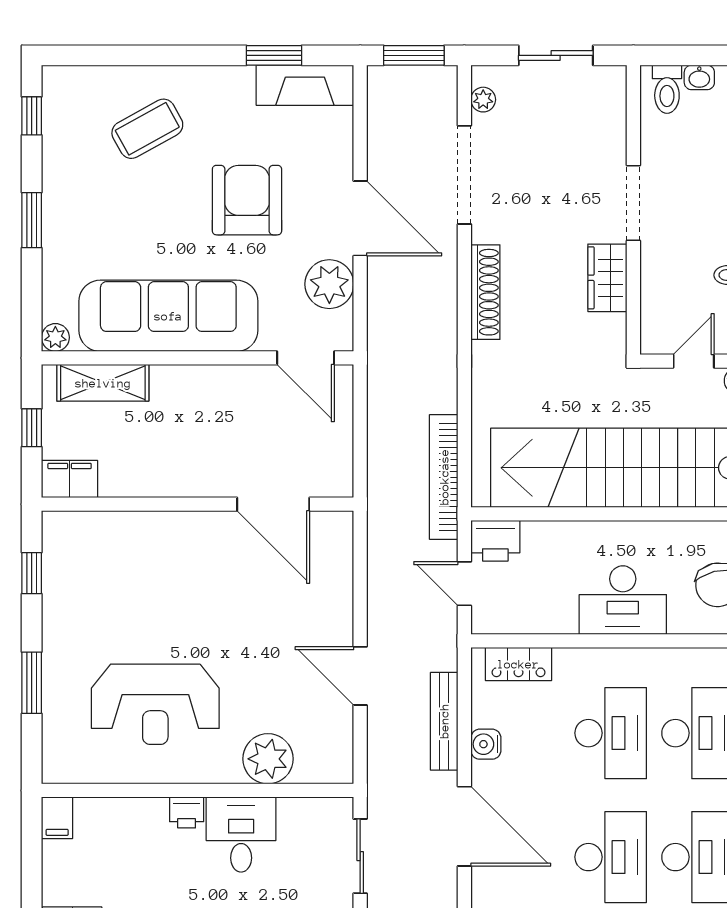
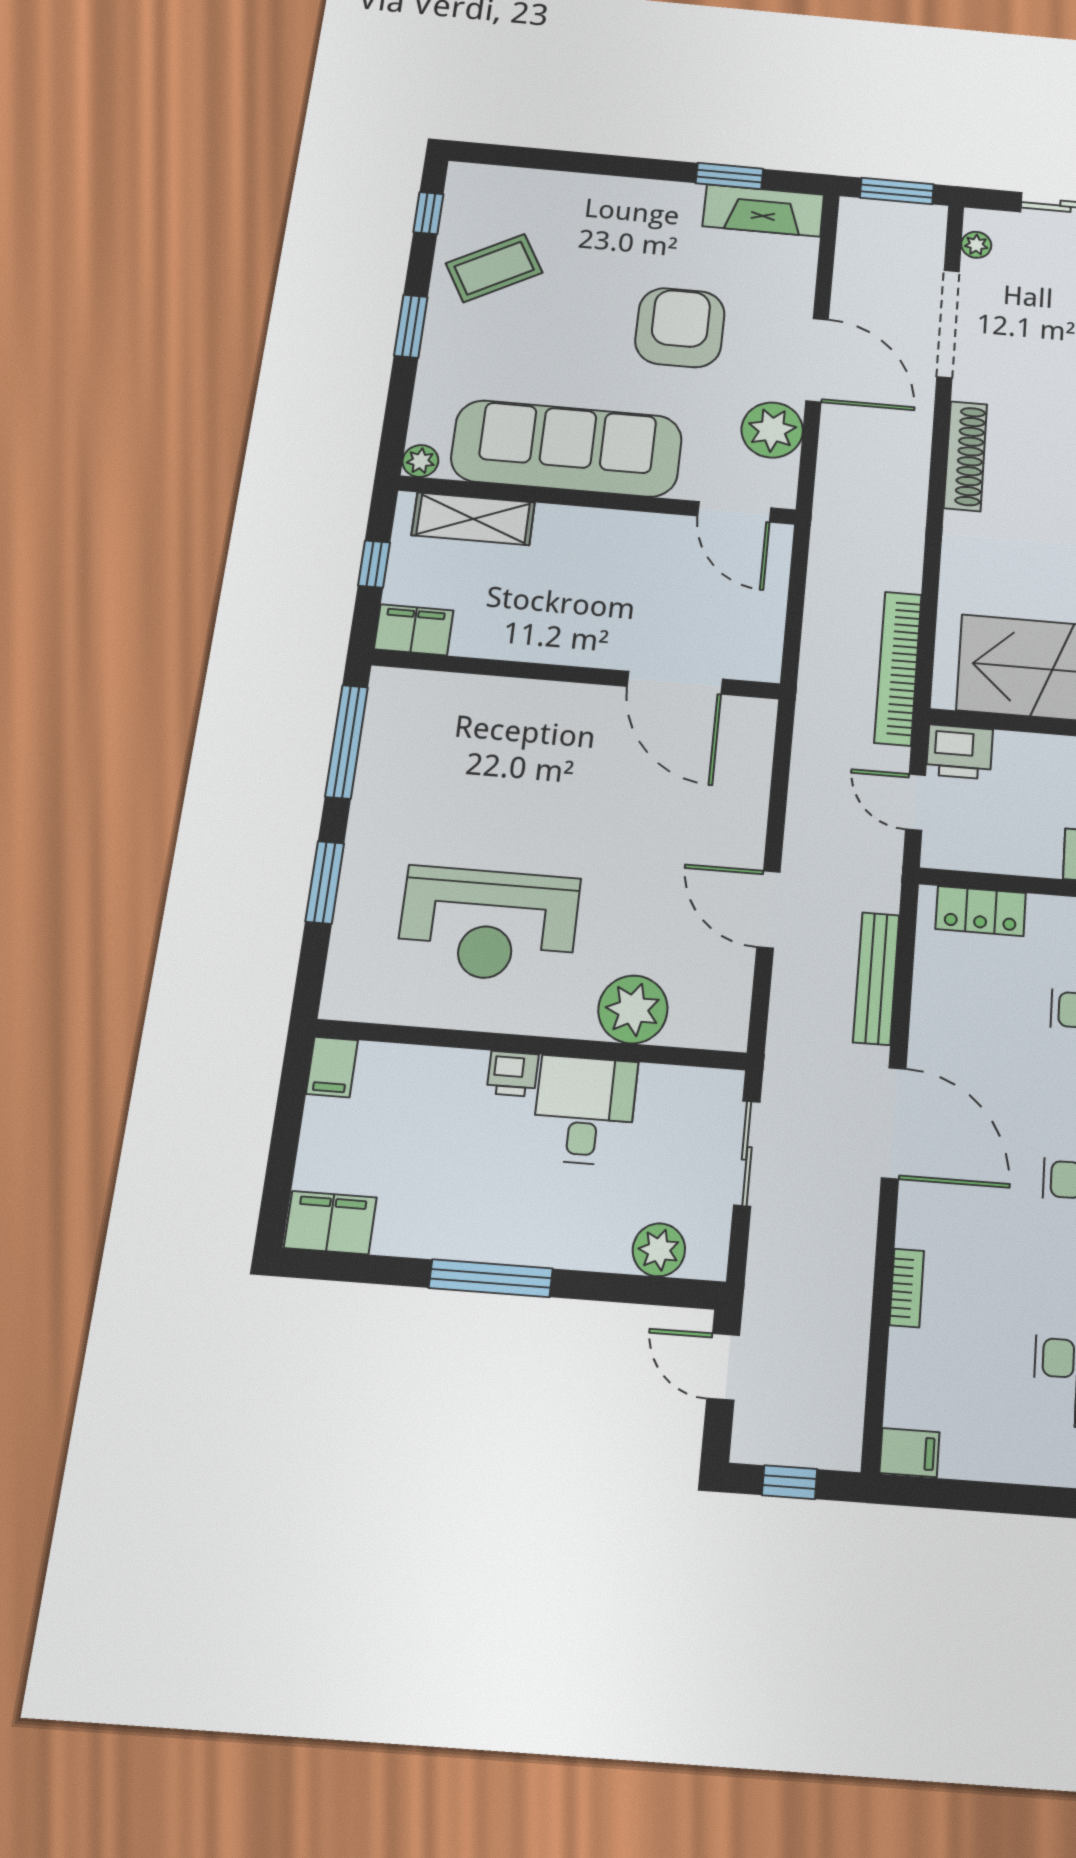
coffee table: (147, 129) -> (494, 268), moved
window: (32, 573) -> (347, 742), width x2.17
water cooler: (486, 744) -> (931, 1013), removed

